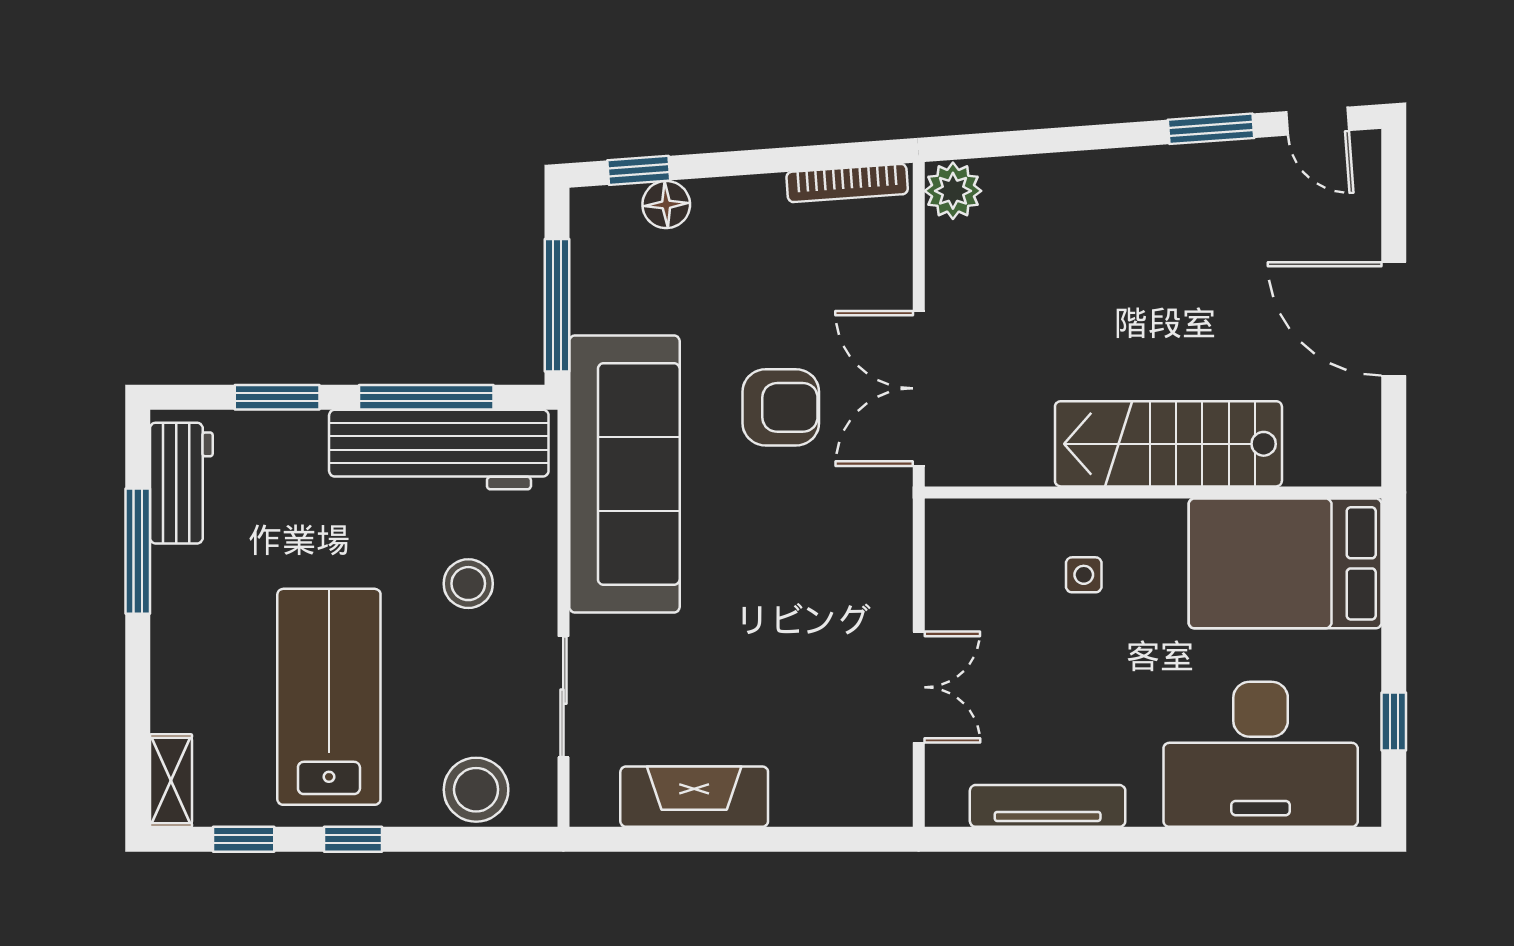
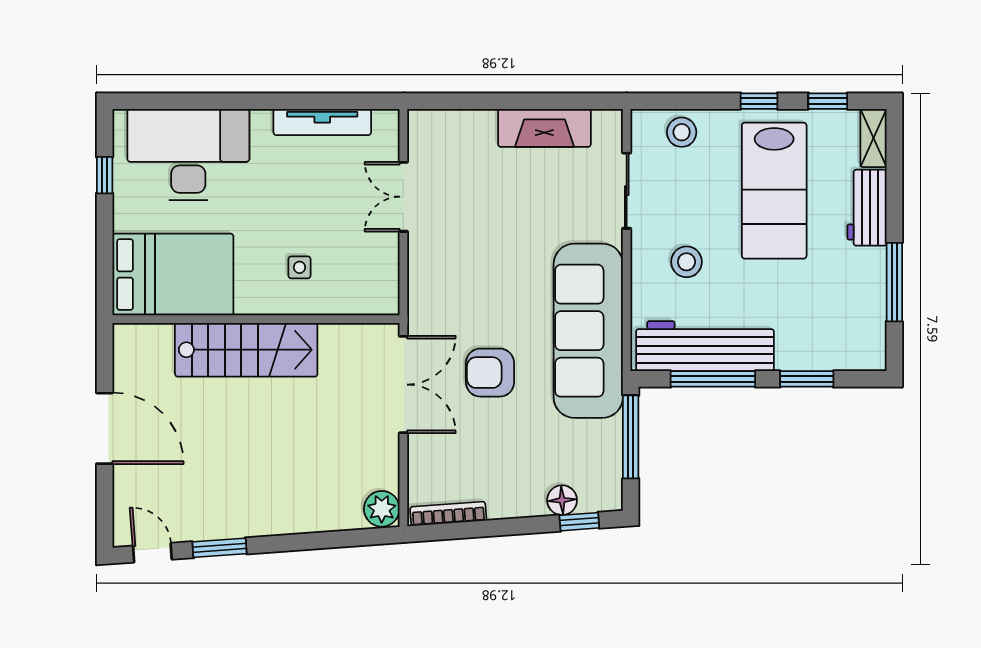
workbench: (181, 483) -> (867, 208), moved
stool: (476, 790) -> (682, 132), width x0.73, depth x0.73

